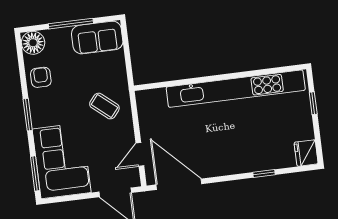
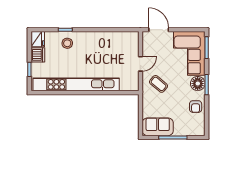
floor lamp: (33, 43) -> (198, 84), moved
dishwasher: (303, 128) -> (38, 55), added
stool: (258, 152) -> (67, 43), added
door: (140, 154) -> (140, 64), moved
door: (179, 184) -> (119, 30), removed

